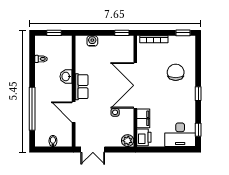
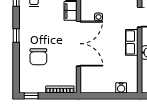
window: (122, 33) -> (92, 96), removed

